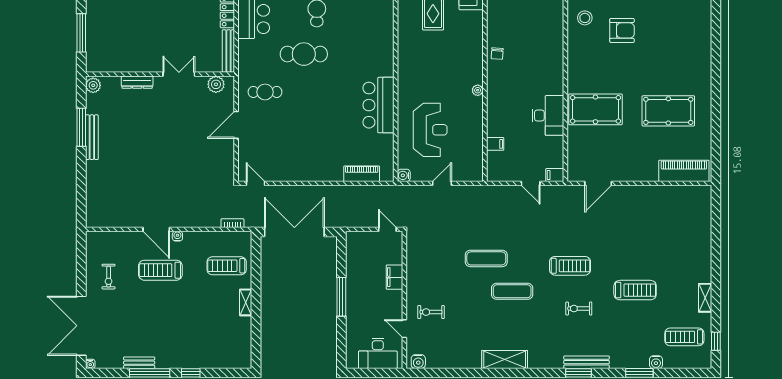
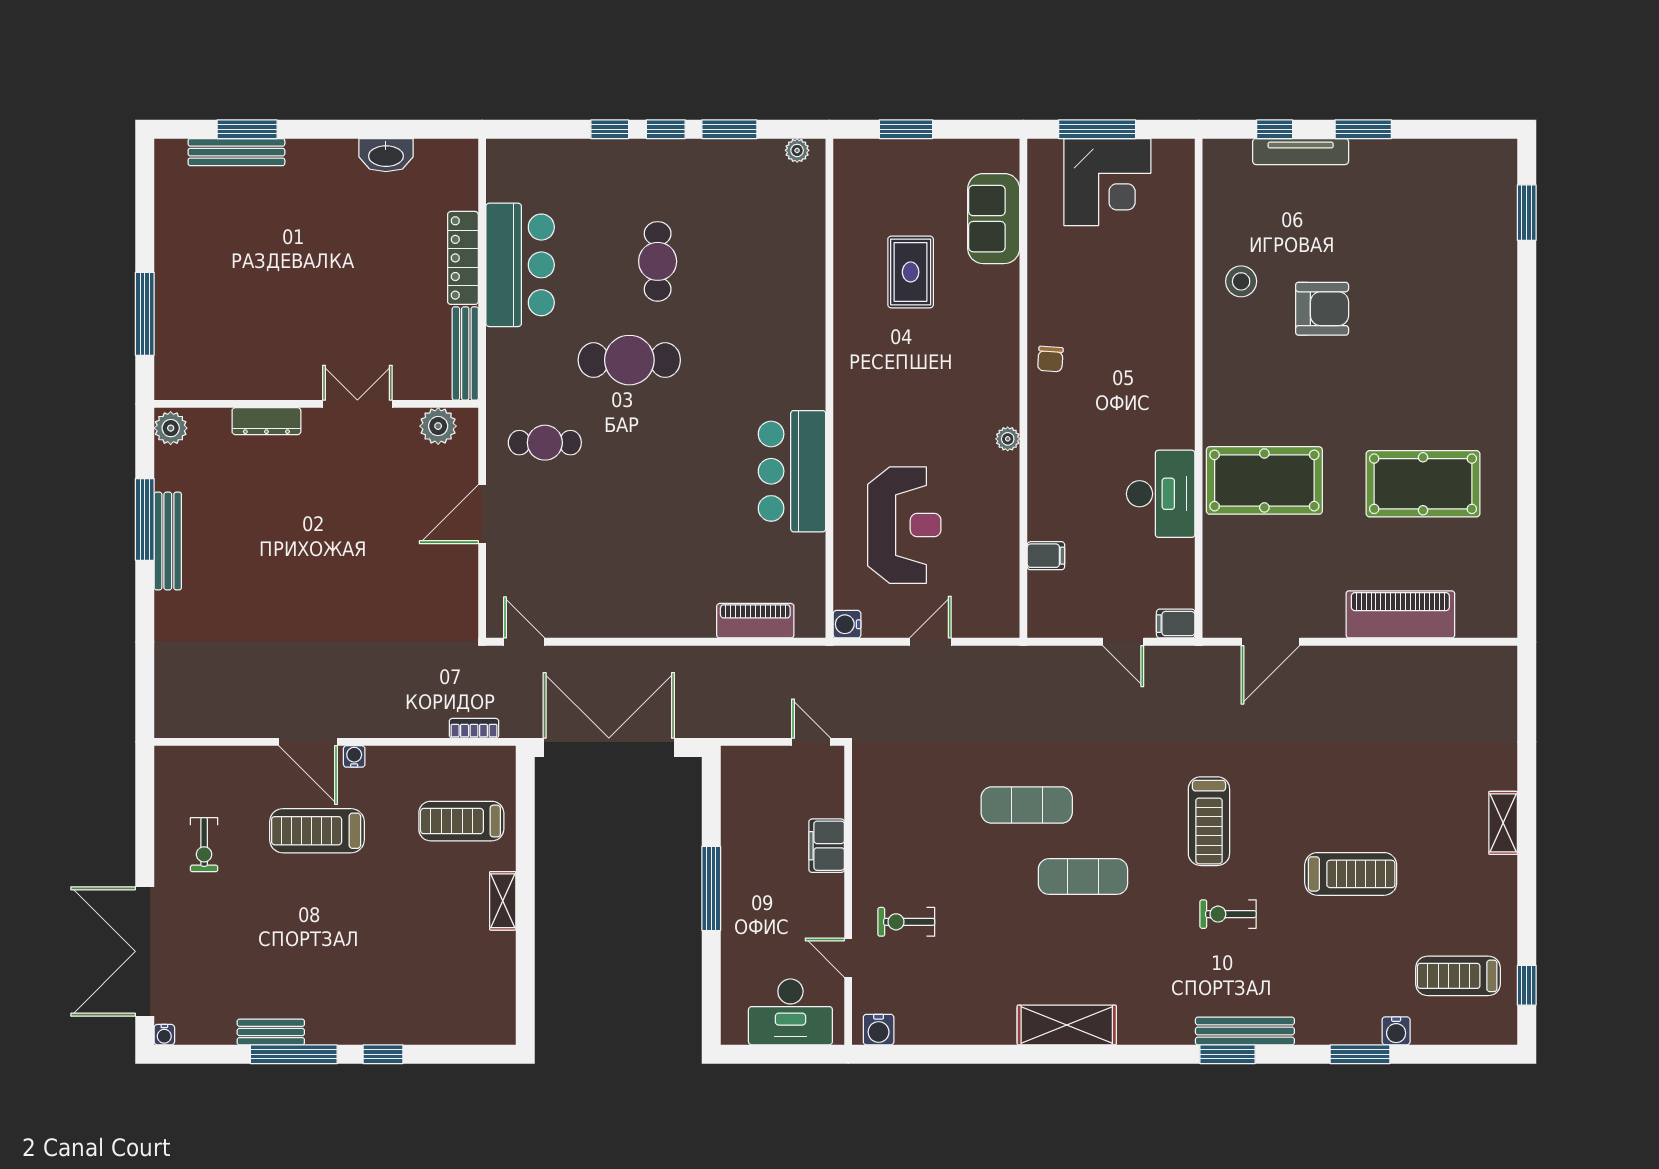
piano: (684, 171) -> (1400, 614), moved
treadmill: (570, 266) -> (1209, 821), turned 90
shelving: (705, 298) -> (1503, 823), moved

